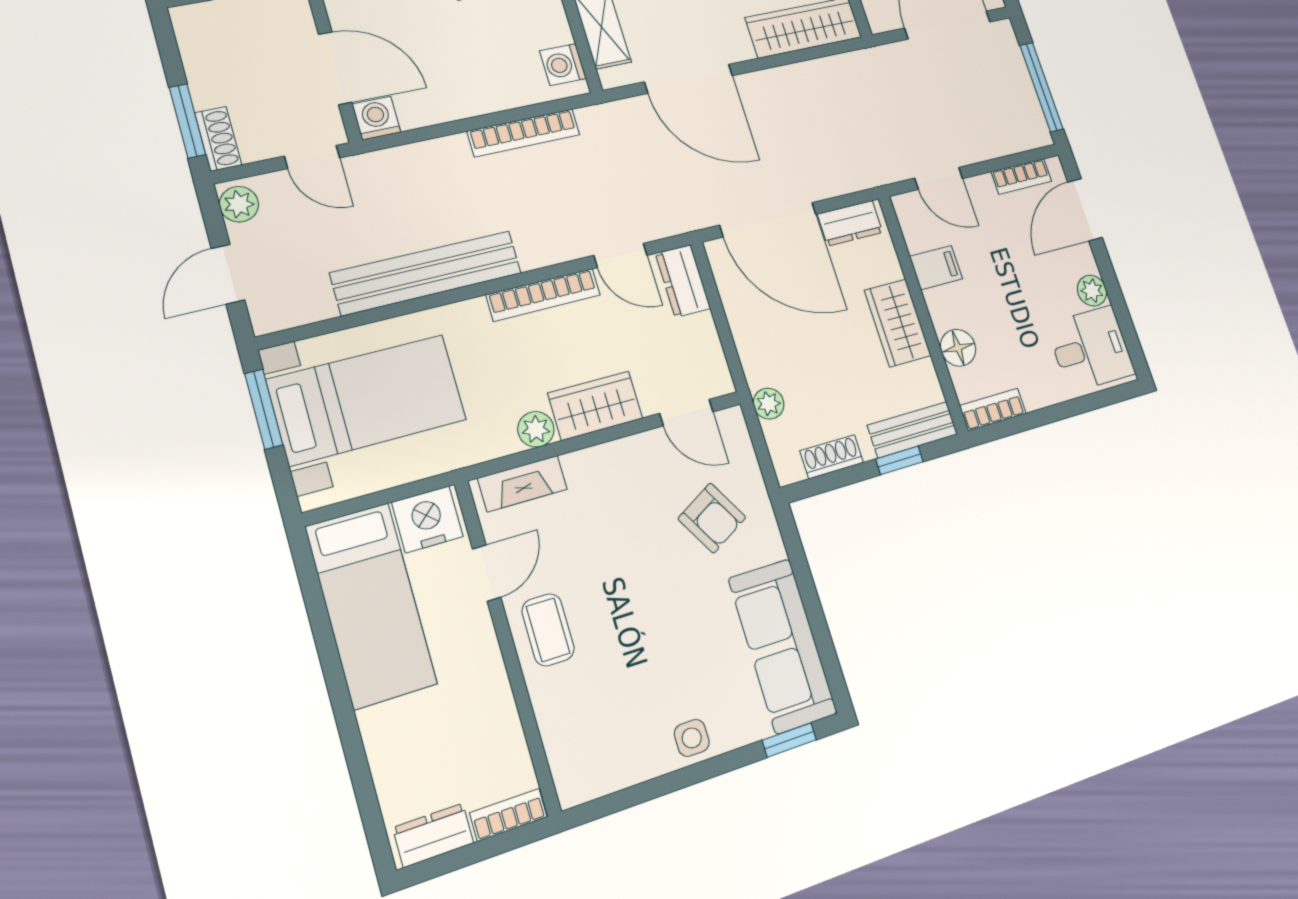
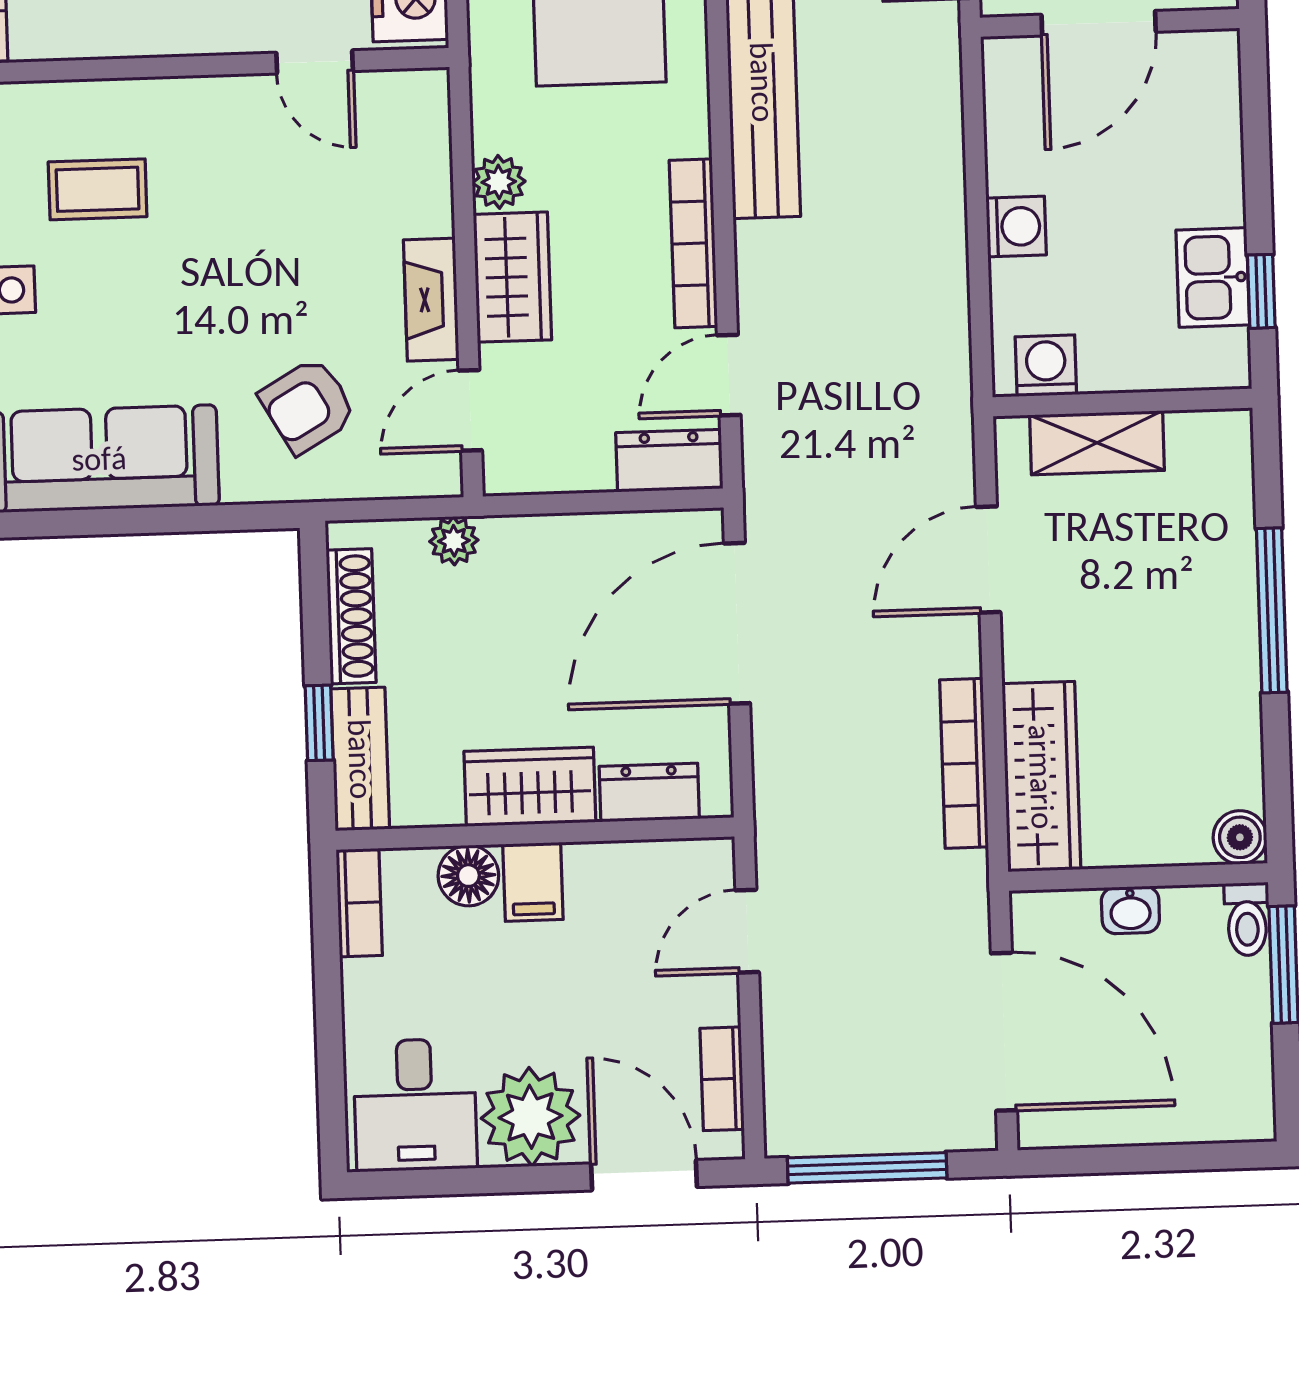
door: (689, 79) -> (988, 559), width x0.73
washing machine: (376, 118) -> (1016, 226), moved
bookcase: (524, 133) -> (964, 763), moved
dresser: (850, 223) -> (649, 793), moved, turned 90
filing cabinet: (936, 268) -> (533, 882), moved
plant: (1092, 291) -> (531, 1117), width x1.87, depth x1.87
shoe rack: (832, 457) -> (351, 616), width x1.43
fireplace: (522, 484) -> (431, 300), moved
coffee table: (548, 630) -> (98, 189), moved

